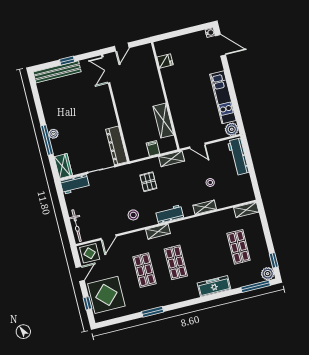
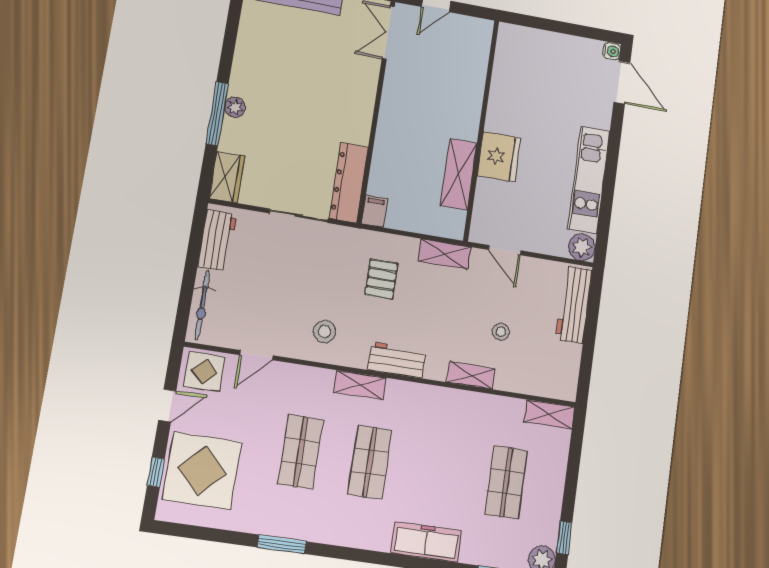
fridge: (165, 61) -> (499, 157), moved, width x1.88, depth x1.34
filing cabinet: (153, 148) -> (374, 211), moved
workbench: (75, 184) -> (217, 240), moved, turned -90

